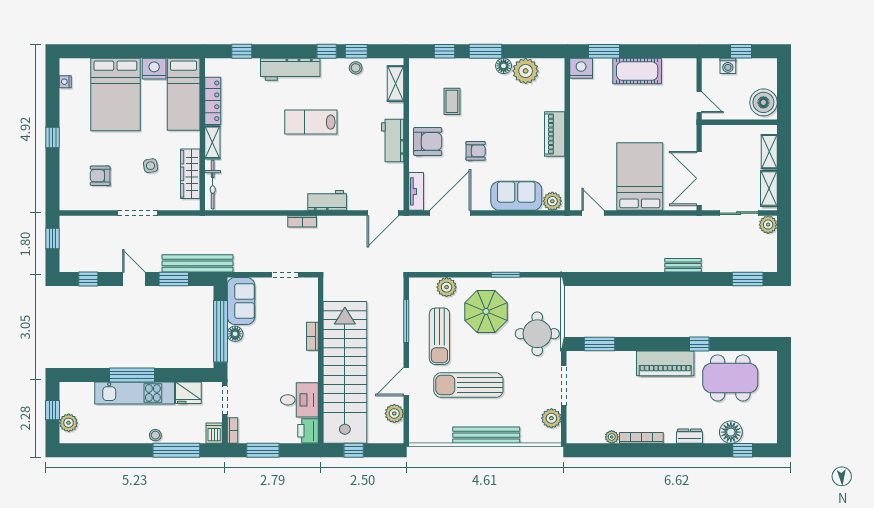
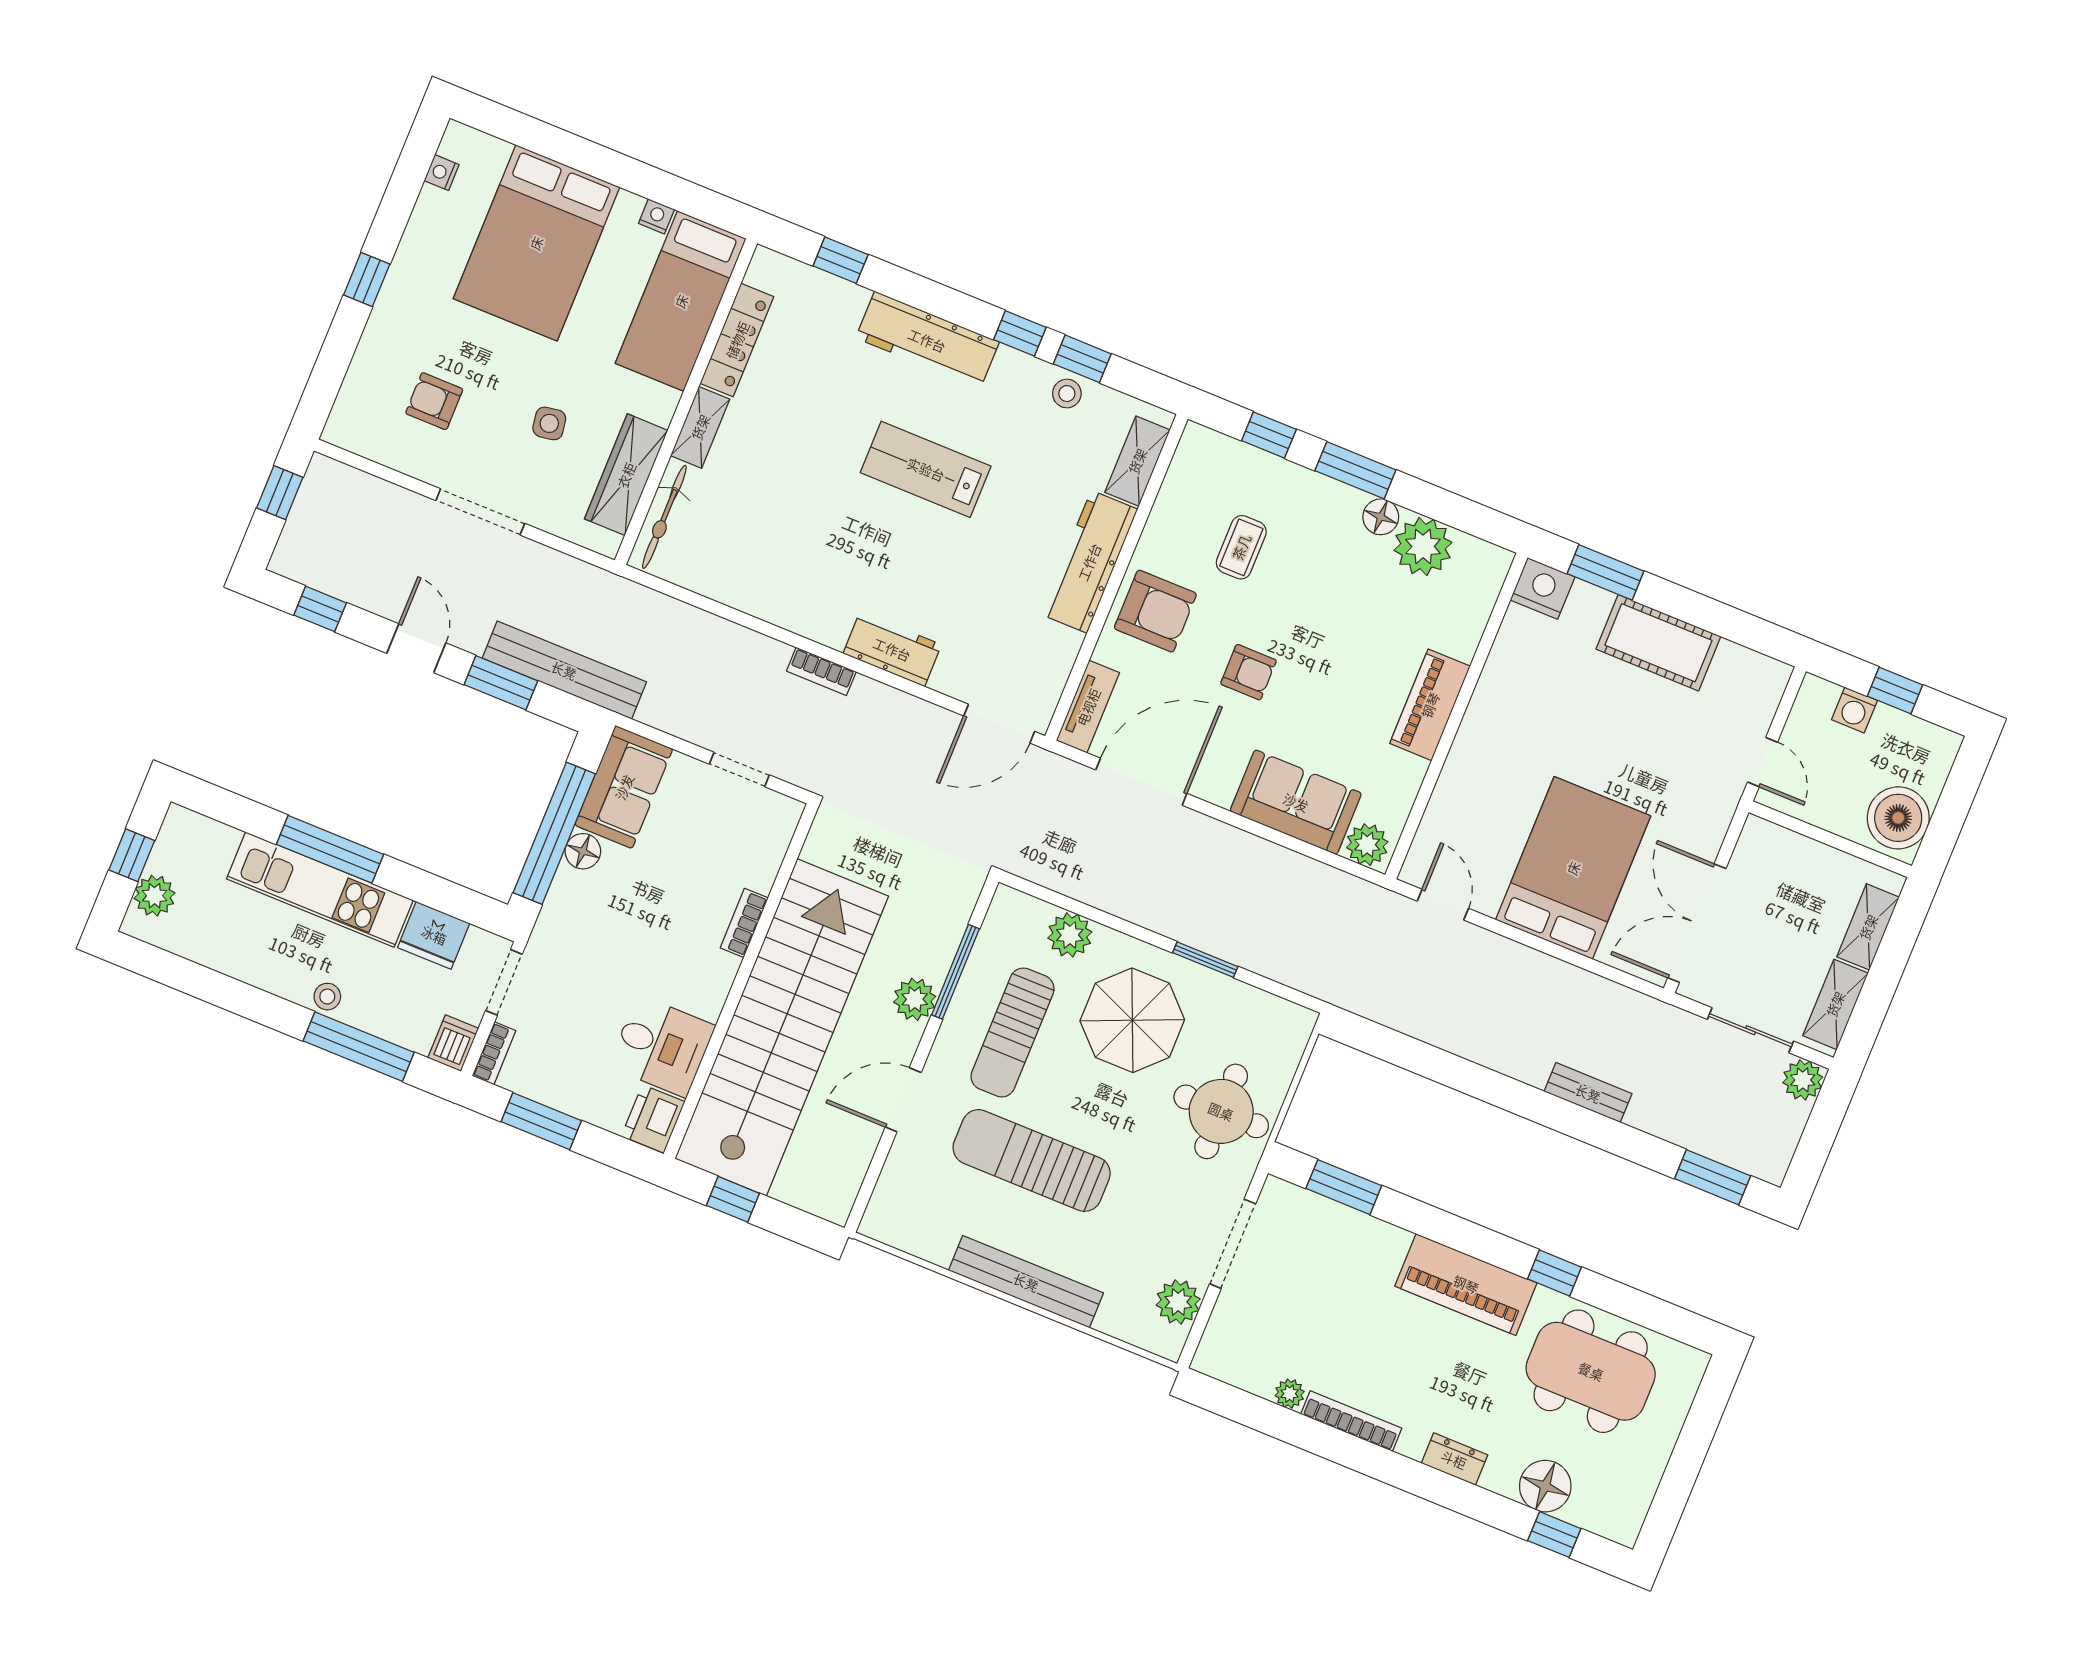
nightstand: (154, 69) -> (656, 216), width x0.53, depth x0.56
workbench: (393, 140) -> (1089, 562), width x1.38
plant: (394, 413) -> (915, 999), moved

